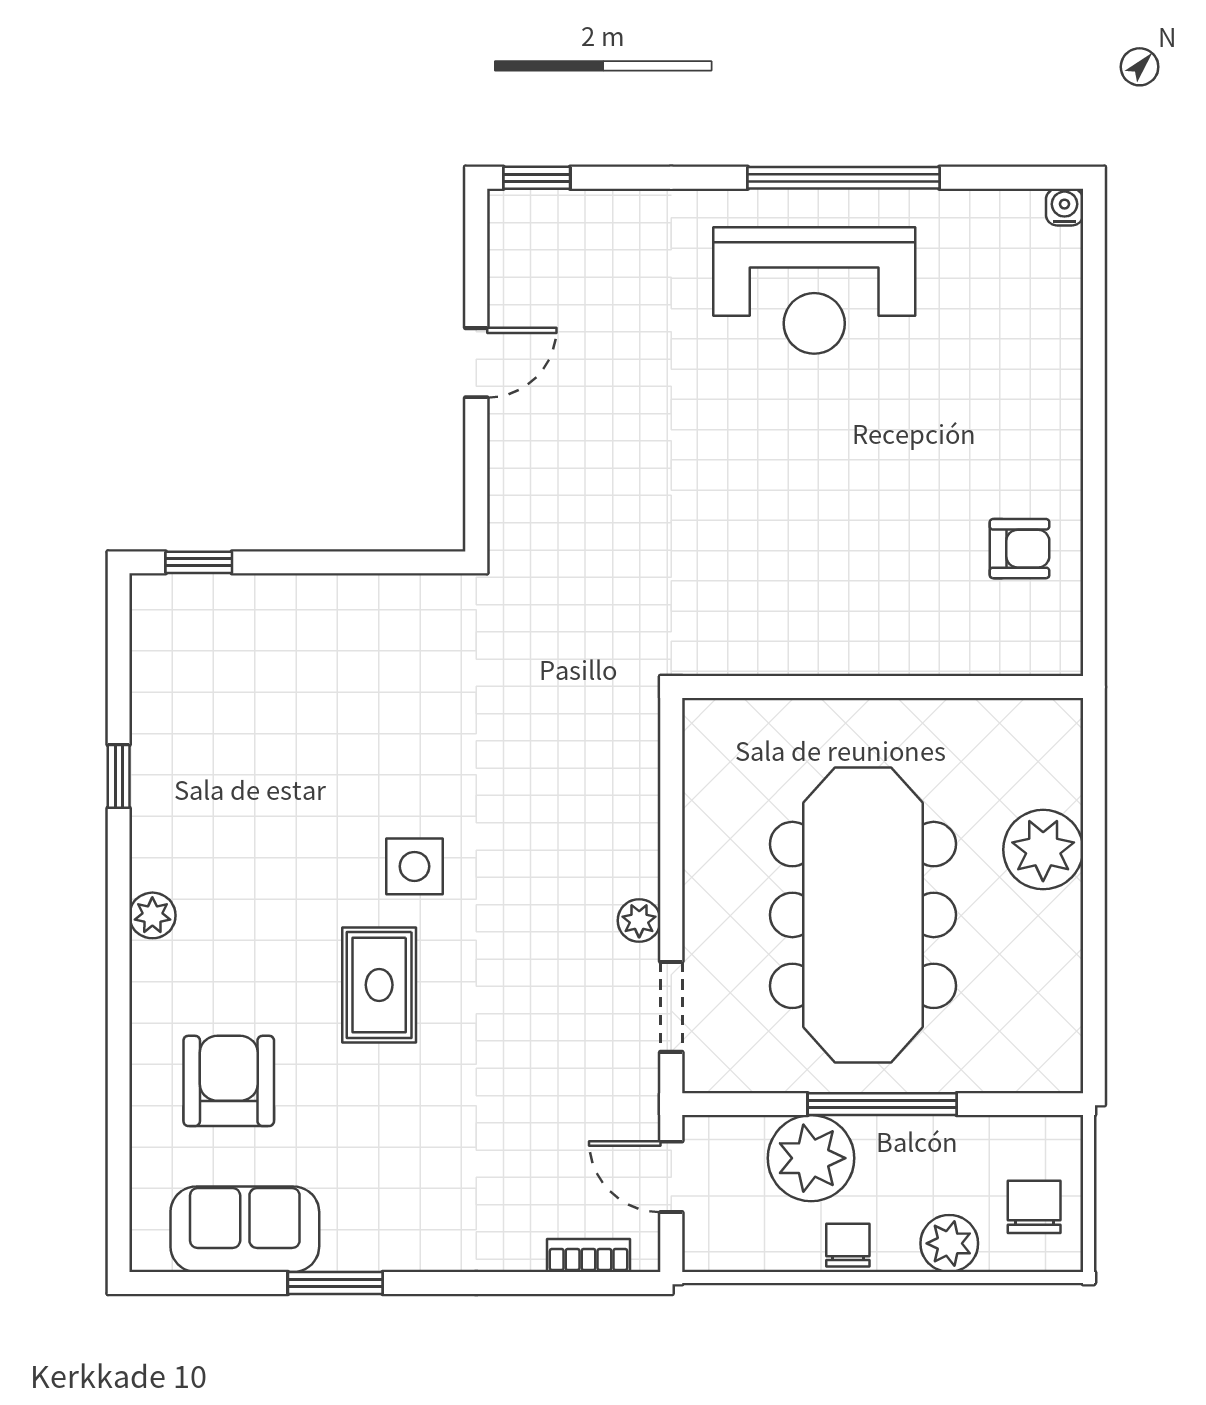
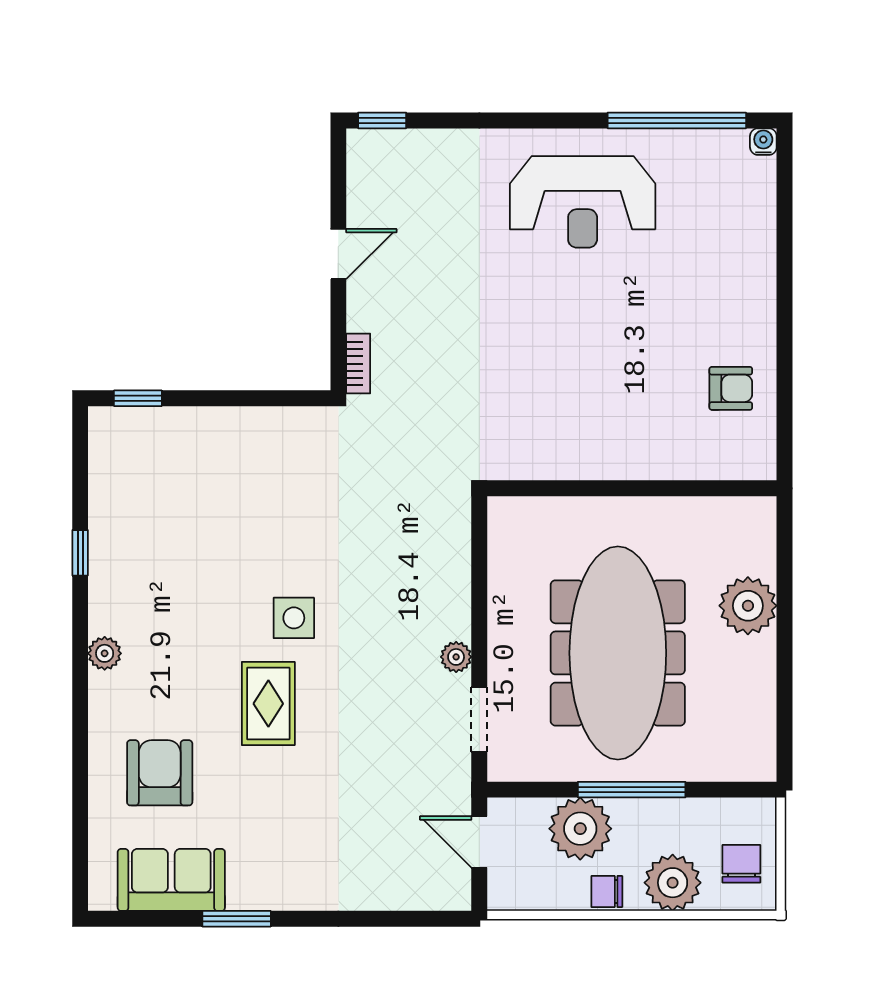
window: (844, 178) -> (677, 120), moved
plant: (949, 1243) -> (673, 883), width x1.36, depth x1.36
chair: (848, 1245) -> (607, 891), turned -90
bookcase: (589, 1256) -> (358, 364), moved, turned 90

